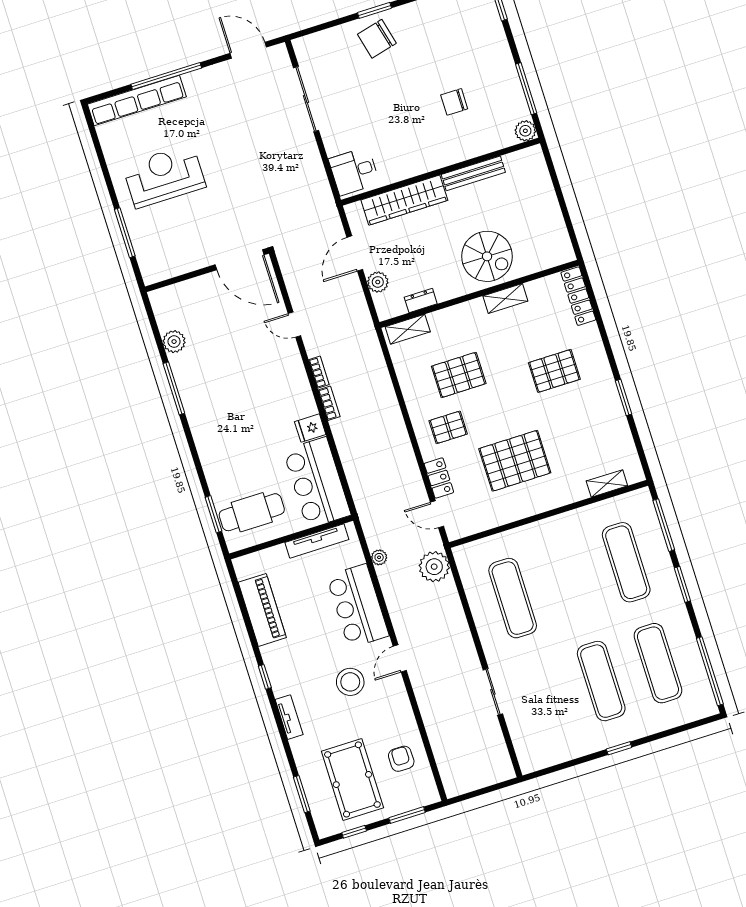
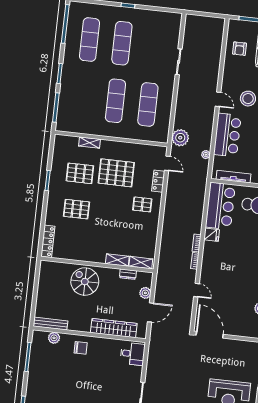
chair: (454, 102) -> (81, 348), moved
plant: (525, 131) -> (54, 338), moved
bench: (473, 173) -> (50, 324), moved
shelving: (505, 298) -> (117, 260), moved
pallet: (459, 375) -> (80, 173), moved
shelving: (607, 483) -> (89, 143), moved
exercise mat: (626, 562) -> (115, 101), moved
door: (400, 658) -> (218, 99), hinge flipped

